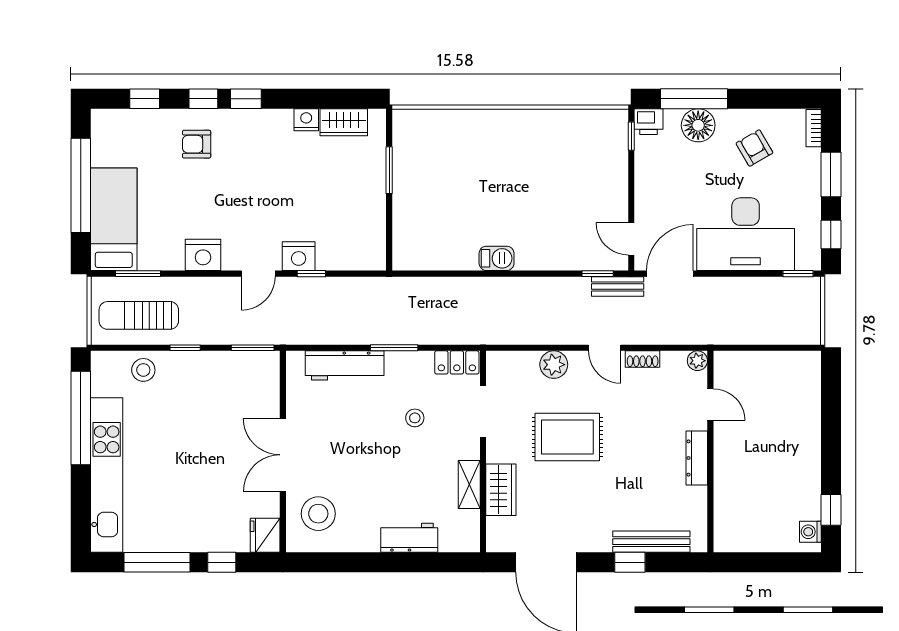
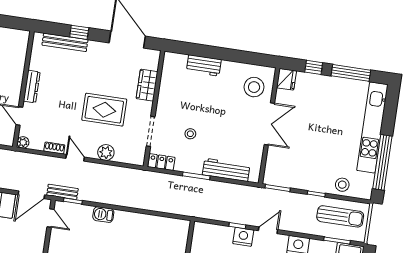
barbecue: (497, 258) -> (103, 215), moved
shelving: (469, 484) -> (165, 91), removed

